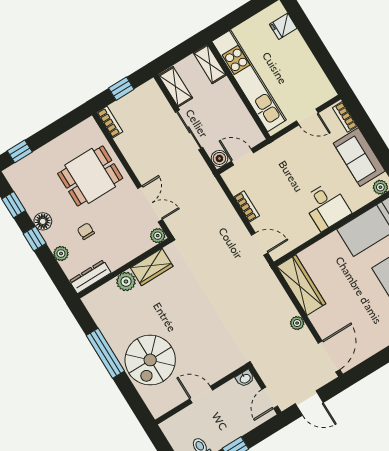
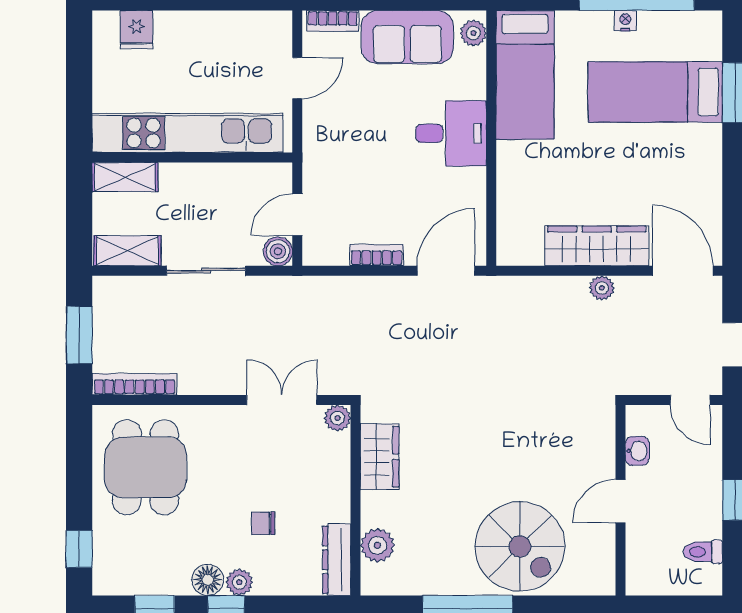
window: (121, 89) -> (79, 335), width x1.50
bookcase: (110, 122) -> (135, 384), width x1.56
dining table: (90, 176) -> (145, 467), moved
door: (260, 244) -> (446, 271), width x1.38
plant: (61, 254) -> (239, 582), moved
plant: (126, 281) -> (378, 545), moved
wardrobe: (301, 285) -> (597, 246), moved
washbasin: (245, 378) -> (637, 451), moved

